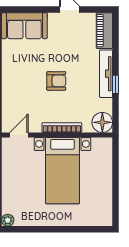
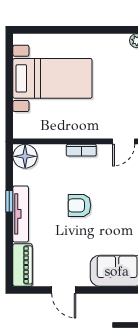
bookcase: (62, 128) -> (81, 150), width x0.64
bed with nightstands: (62, 171) -> (52, 78), moved, turned 90

